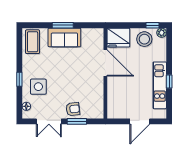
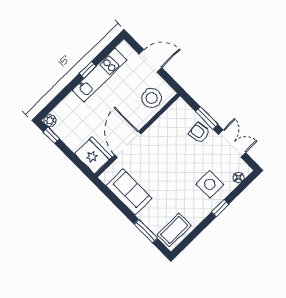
window: (63, 25) -> (146, 231), moved
sofa: (64, 37) -> (129, 192), moved
stool: (144, 39) -> (152, 98), moved

